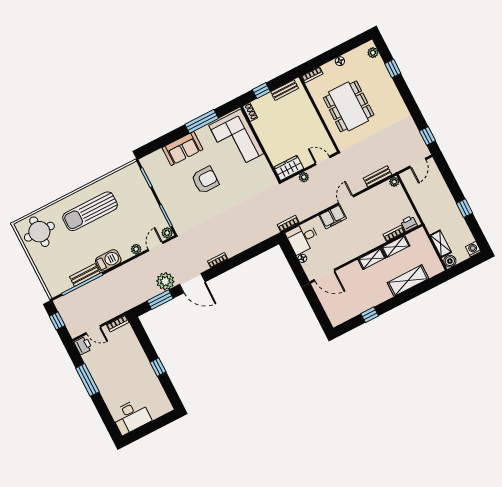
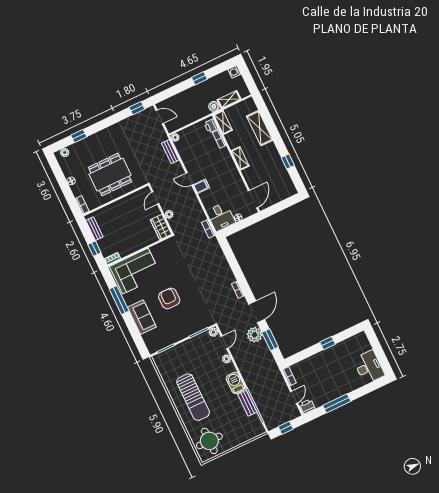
filing cabinet: (333, 217) -> (201, 186), width x0.50
door: (156, 246) -> (225, 342), swing flipped
shelving: (396, 247) -> (223, 122), moved
boiler: (450, 261) -> (214, 106), moved

